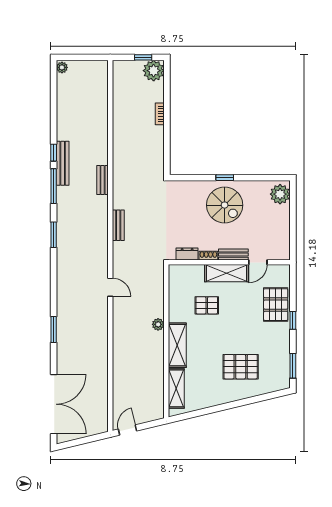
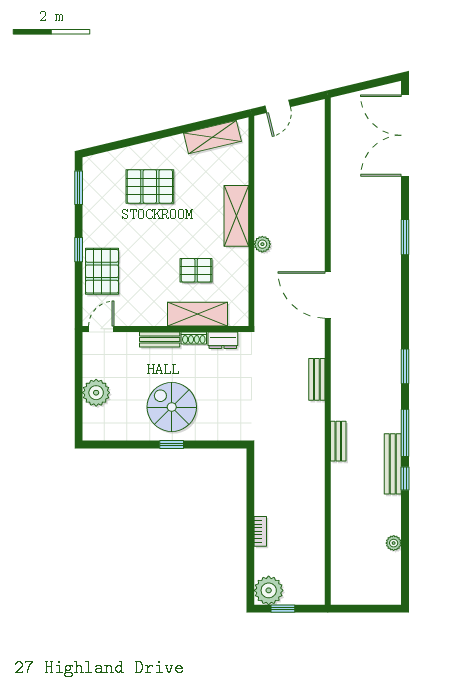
plant: (62, 67) -> (394, 543), moved
plant: (280, 194) -> (96, 393), moved
door: (258, 262) -> (101, 329), moved
shelving: (227, 273) -> (198, 314), moved
door: (110, 287) -> (328, 295), width x1.88
shelving: (176, 388) -> (212, 137), moved, turned 76
door: (127, 430) -> (278, 106), moved

